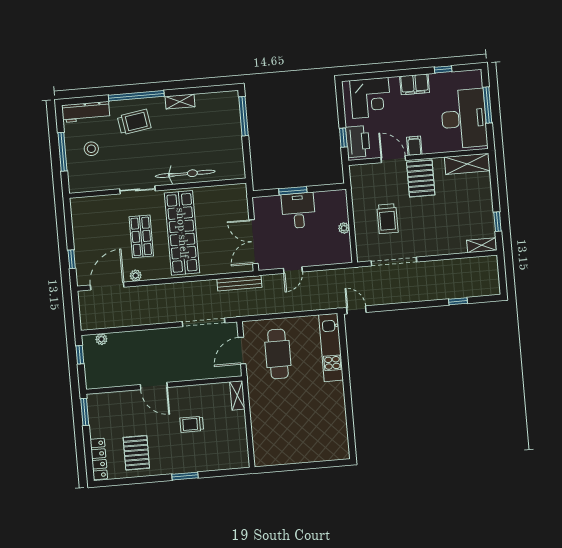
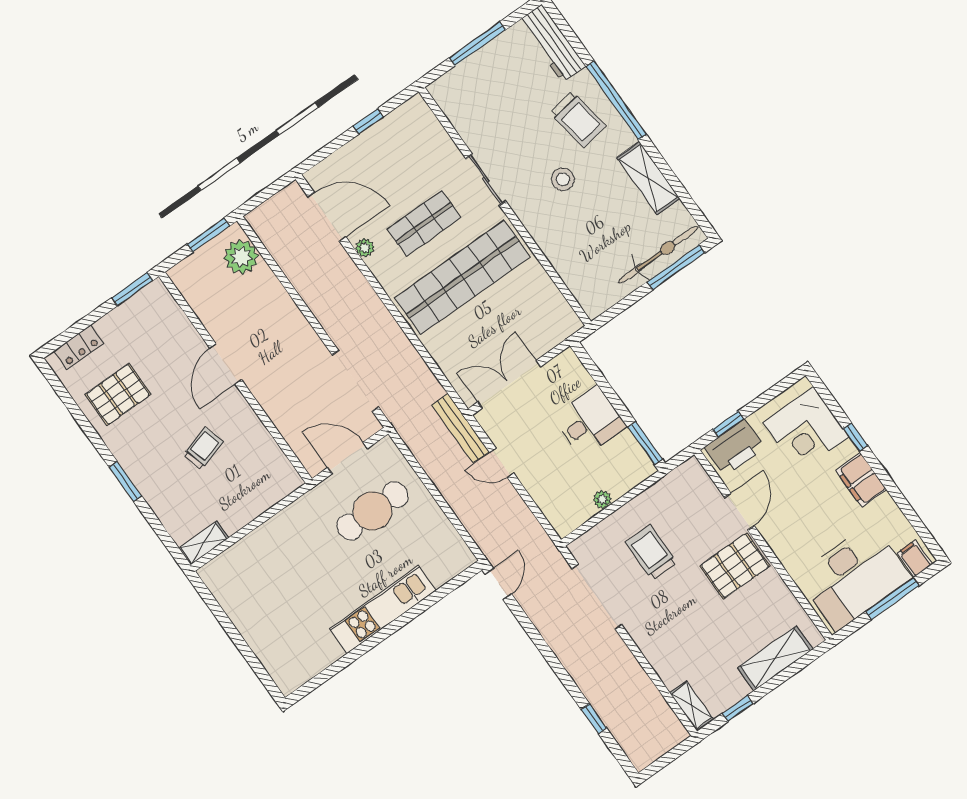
window: (443, 69) -> (855, 437), moved
shelving: (180, 102) -> (648, 178), width x1.50, depth x1.33
filing cabinet: (414, 146) -> (915, 559), moved, turned -90
stool: (91, 149) -> (563, 179), moved
shelving: (467, 164) -> (775, 658), moved, turned 90
bicycle: (185, 174) -> (658, 255), moved, turned -90
window: (293, 191) -> (645, 443), moved
trolley: (387, 219) -> (651, 552), turned 90
window: (72, 259) -> (368, 121), moved
bench: (239, 283) -> (461, 428), moved
plant: (101, 339) -> (241, 257), width x1.88, depth x1.88
kitchen unit: (331, 347) -> (383, 610), moved
window: (80, 355) -> (208, 235), width x1.50
shelving: (237, 395) -> (204, 543), moved
trolley: (192, 424) -> (203, 448), turned 74
locker: (99, 459) -> (79, 347), width x0.66

